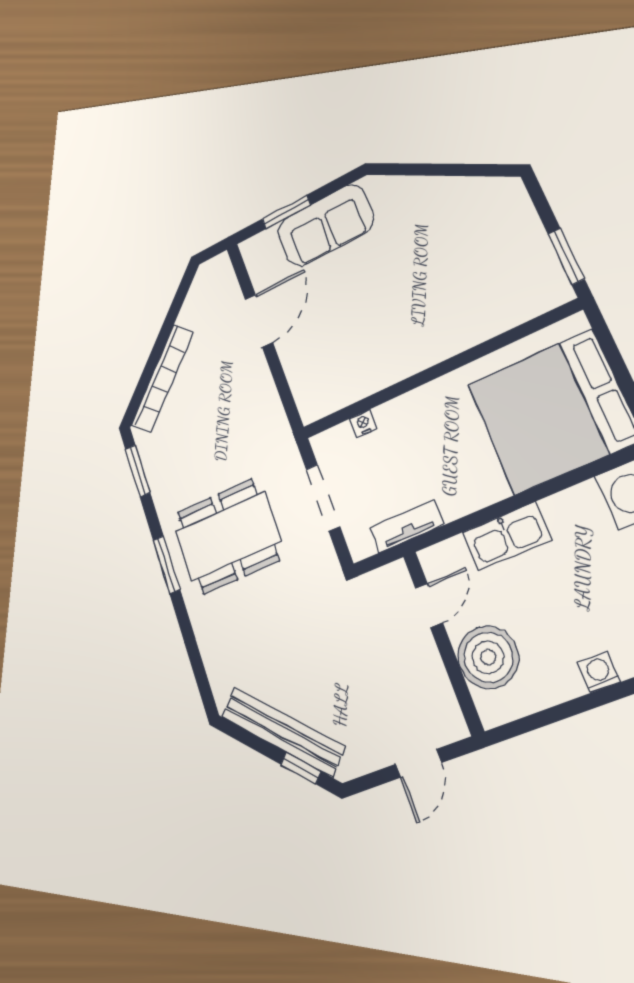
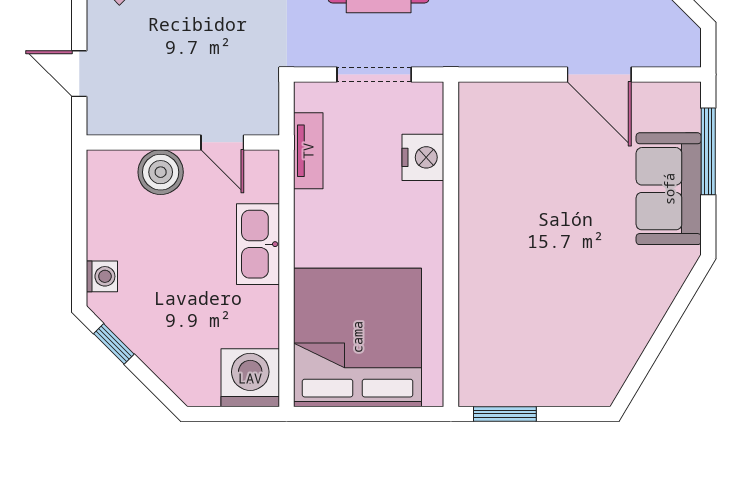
window: (286, 212) -> (708, 151), width x1.44
nightstand: (363, 424) -> (423, 157), width x1.89, depth x1.79
boiler: (488, 657) -> (161, 172), width x0.73, depth x0.73

